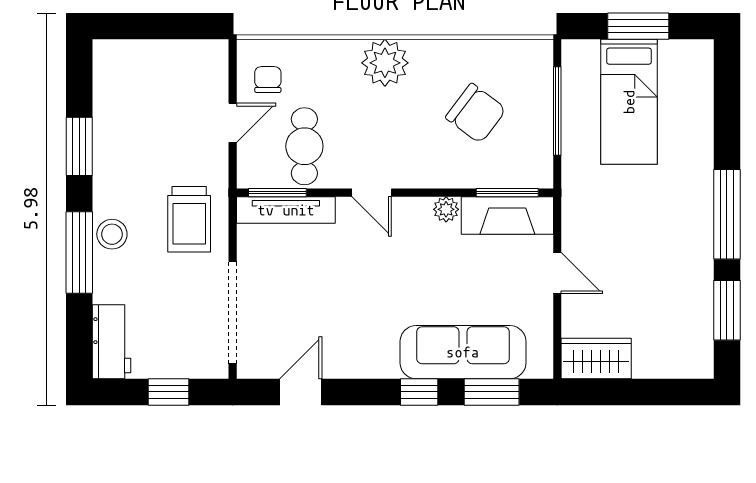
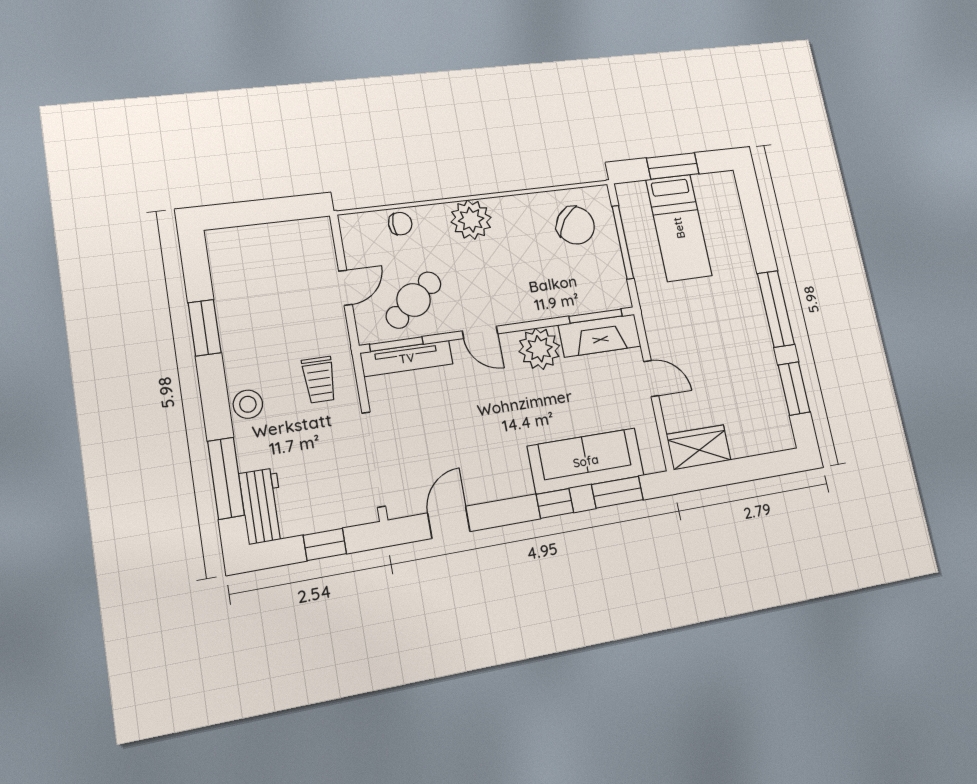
chair: (268, 80) -> (400, 224), moved, turned 90
chair: (476, 113) -> (575, 225), moved
cafe table: (304, 146) -> (414, 300), turned 51
plant: (446, 209) -> (539, 349), width x1.87, depth x1.87
trolley: (189, 219) -> (319, 380), width x0.73, depth x0.72
window: (79, 252) -> (226, 478), moved

